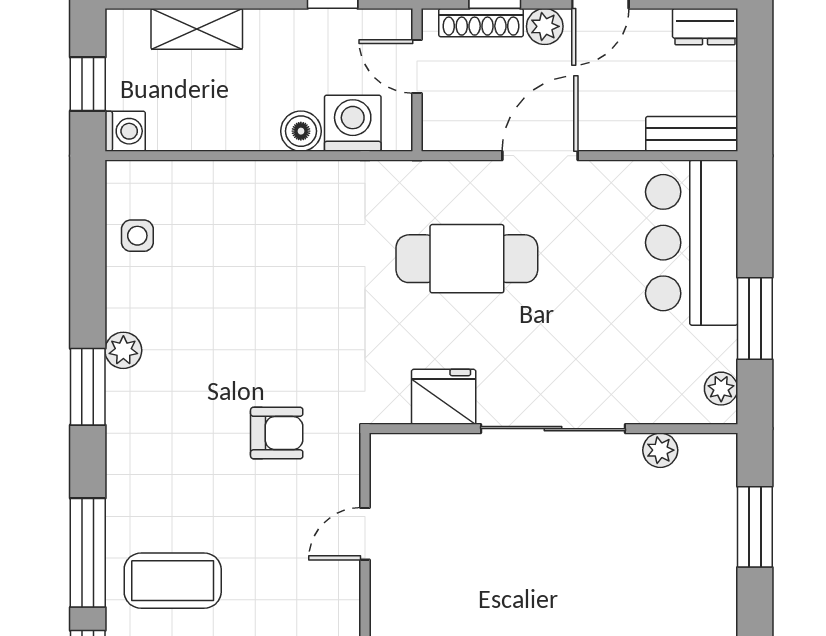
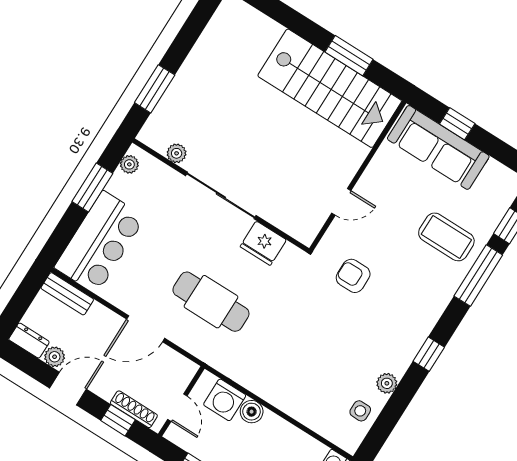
plant: (545, 26) -> (55, 357), moved
plant: (123, 350) -> (387, 383), moved
window: (88, 387) -> (429, 354), width x0.67

